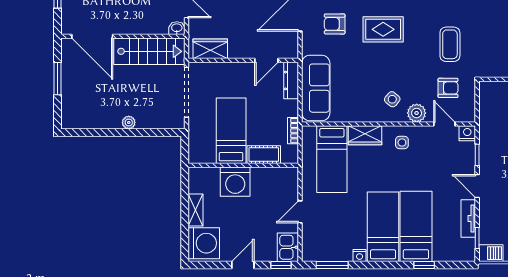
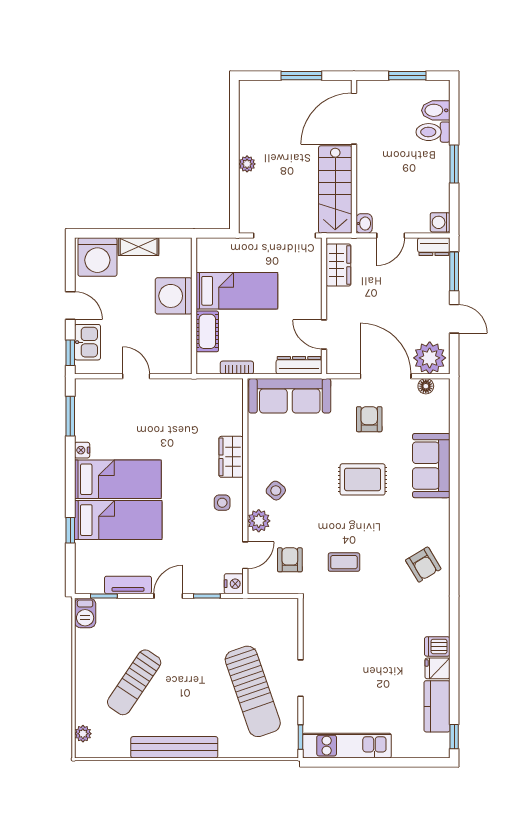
rug: (383, 29) -> (363, 479), turned 90
coffee table: (450, 44) -> (344, 562), width x0.73, depth x0.77
armchair: (448, 88) -> (290, 560), turned 180
bed: (332, 159) -> (201, 416), removed
kitchen sink: (288, 247) -> (87, 342), moved, turned 90

